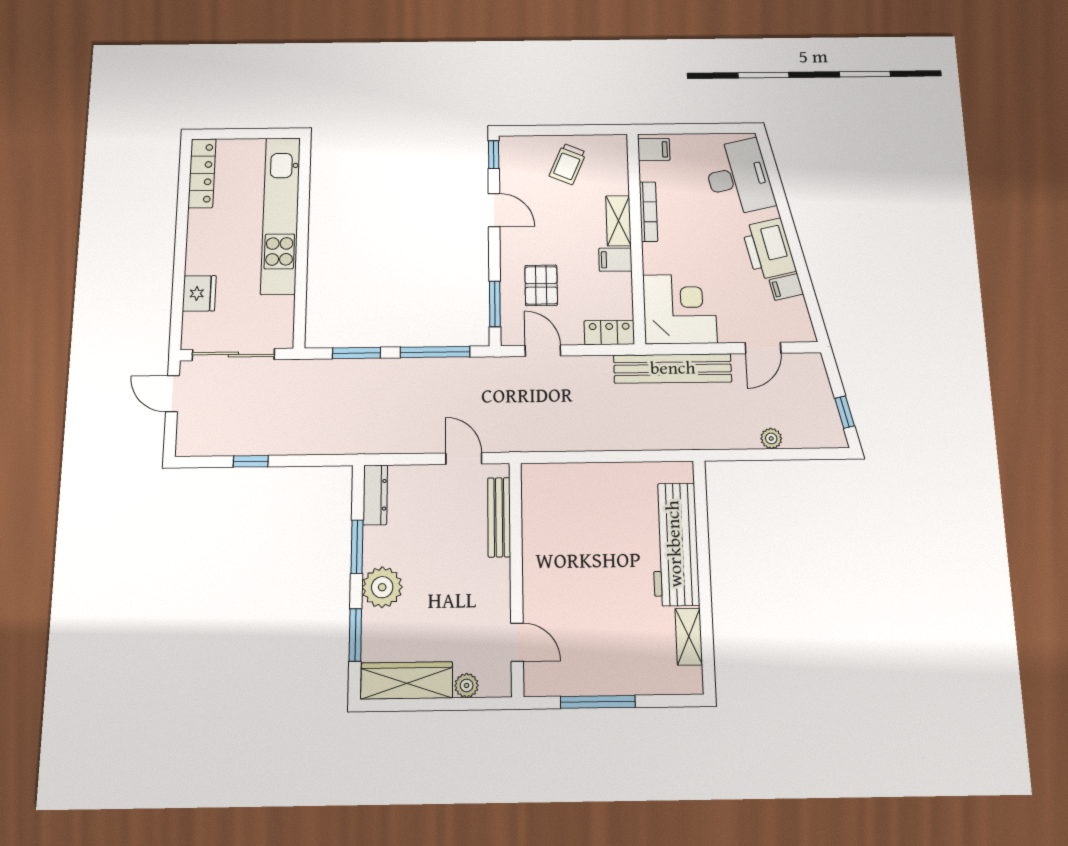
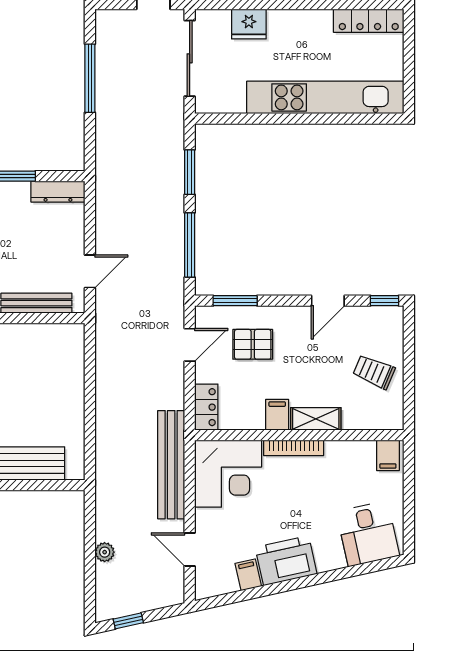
desk: (739, 177) -> (368, 534), width x0.73
bookcase: (648, 212) -> (294, 448), moved
window: (251, 461) -> (90, 78), width x2.17

